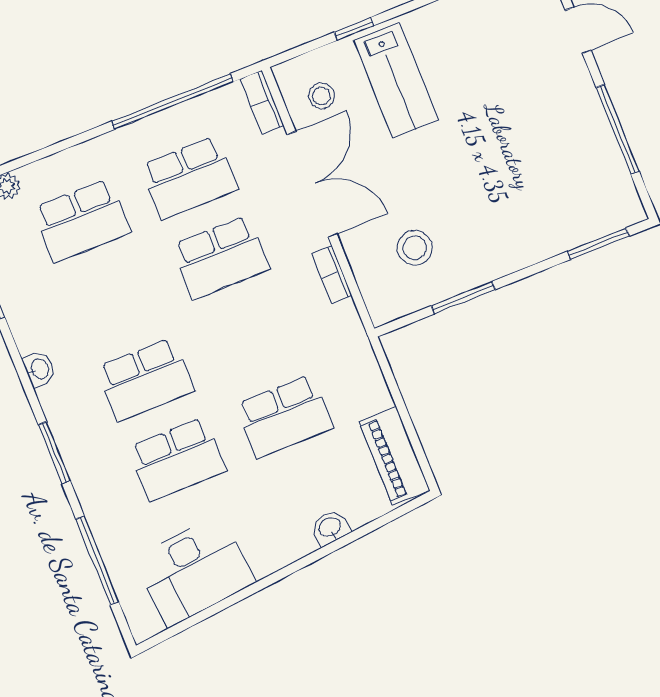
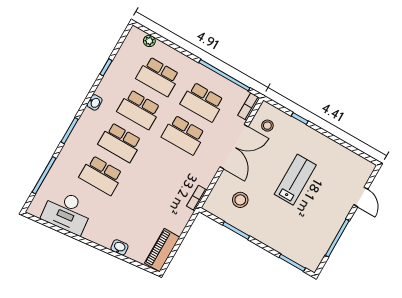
lab bench: (396, 80) -> (295, 180), moved, turned 180
bookcase: (332, 275) -> (197, 198), moved
school desk: (284, 416) -> (139, 109), moved

